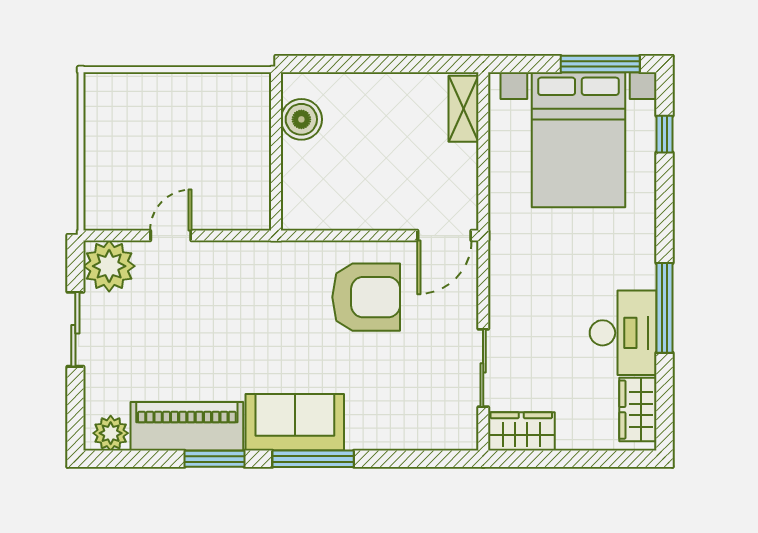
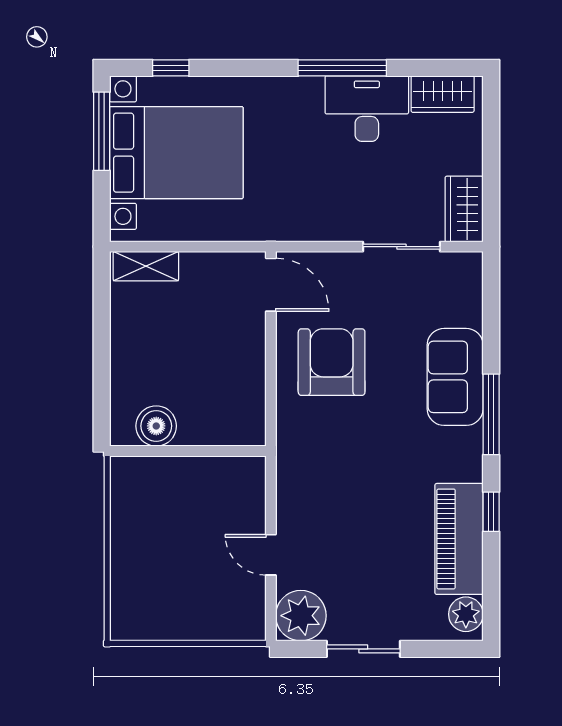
sofa: (295, 422) -> (455, 377), moved
window: (214, 459) -> (491, 512), width x0.67

